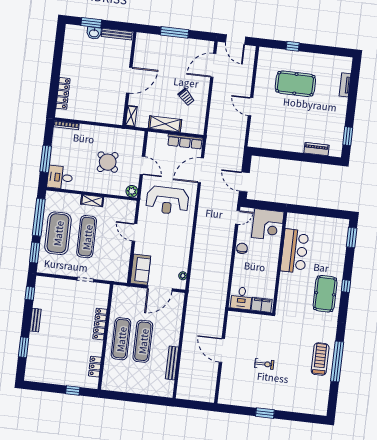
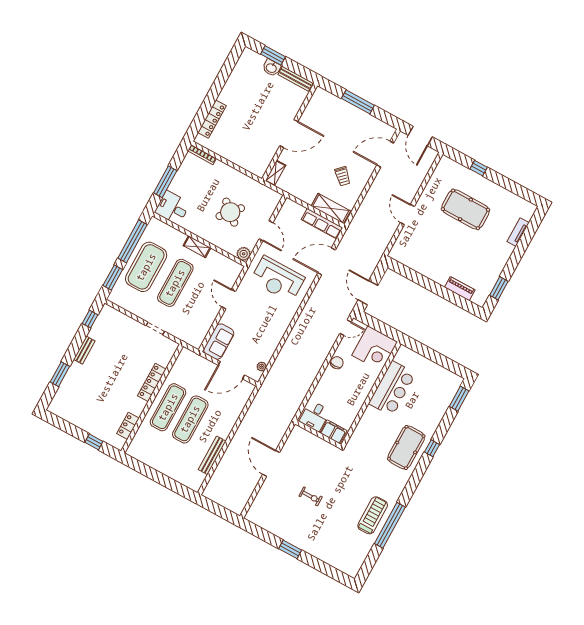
shelving: (165, 124) -> (331, 208), moved

